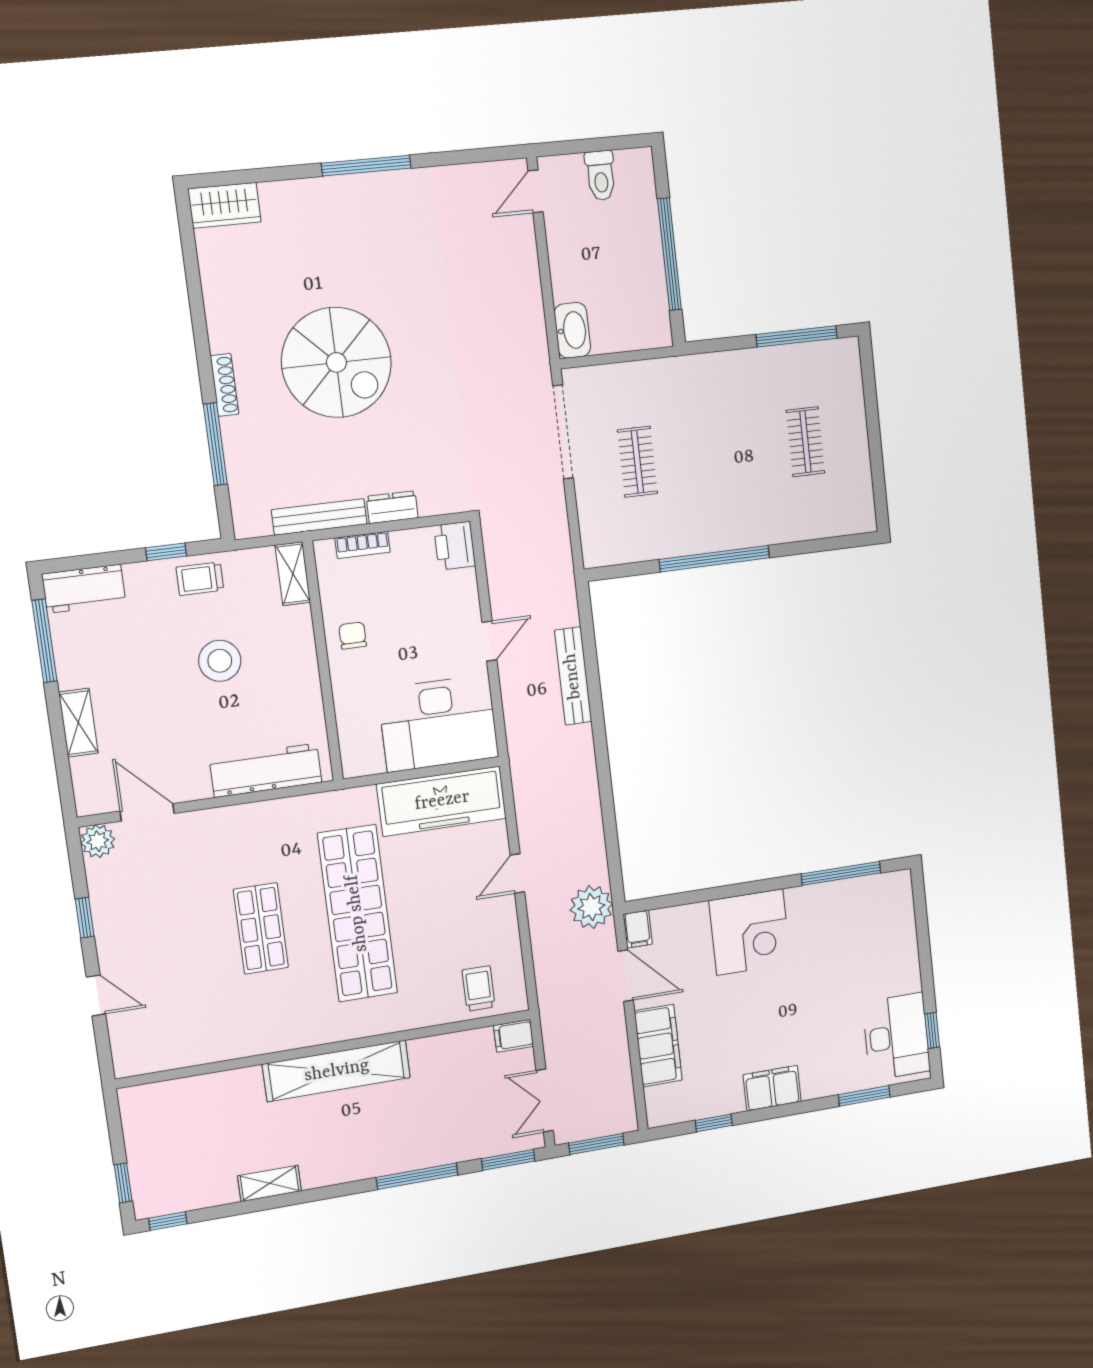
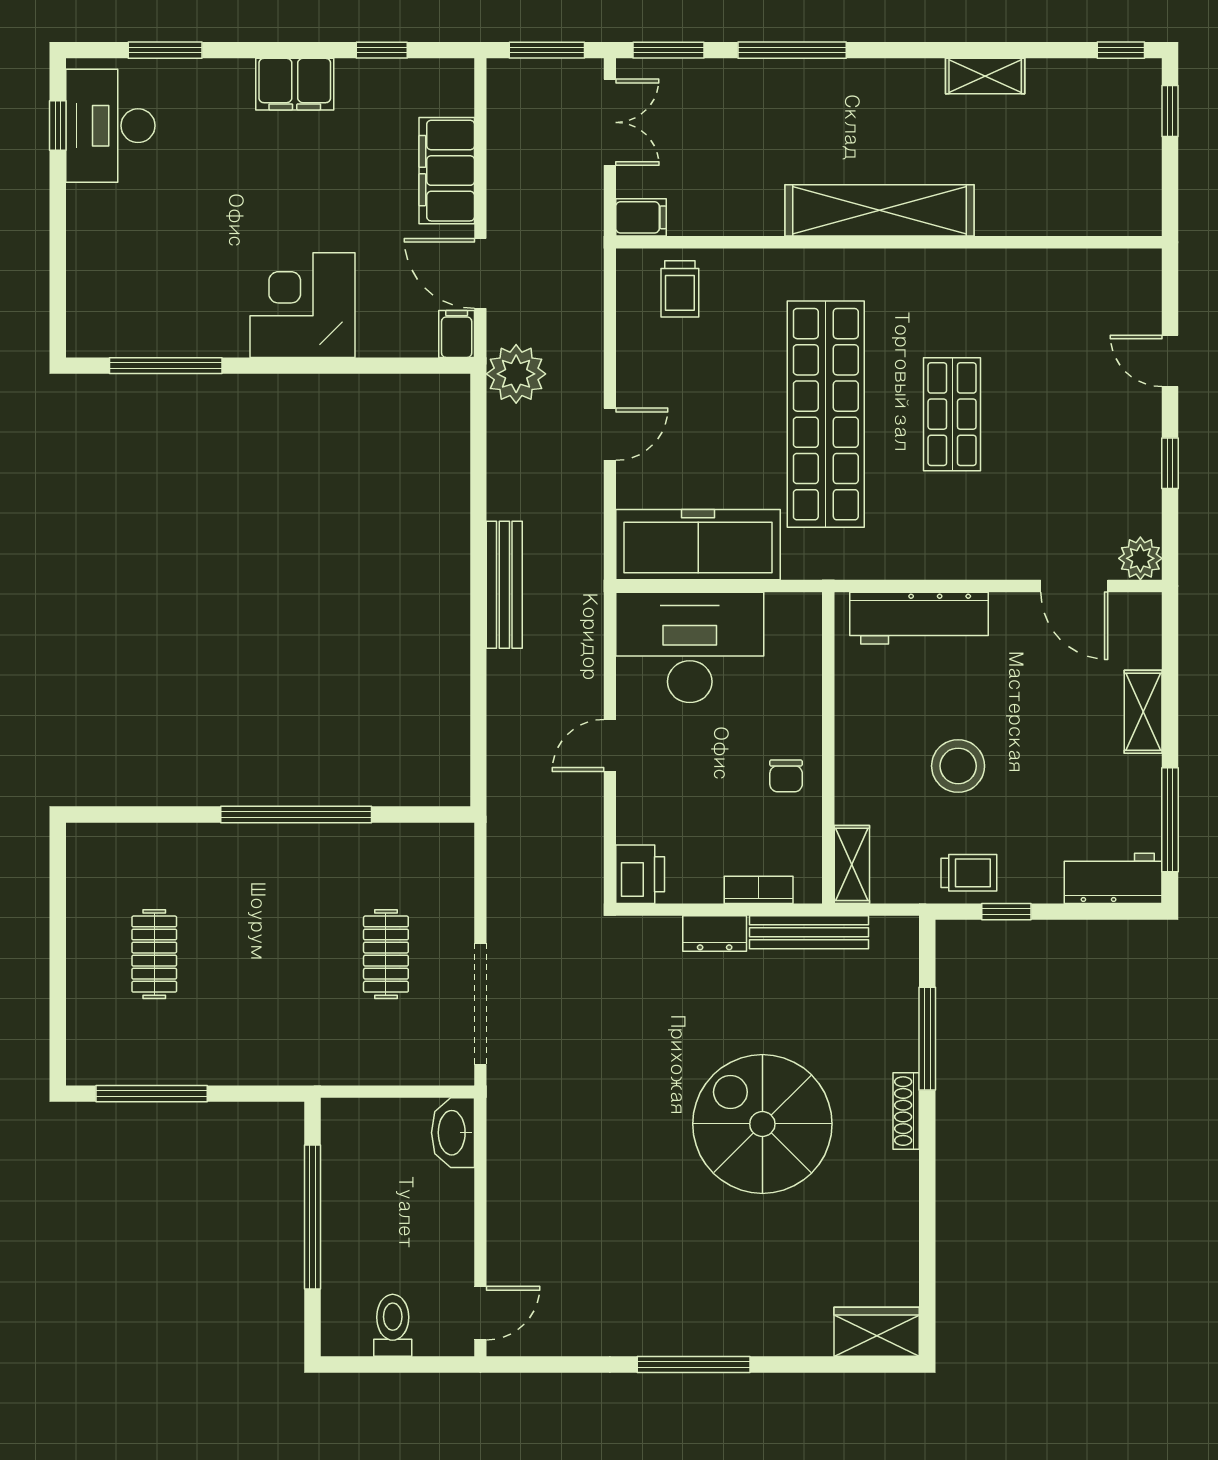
bench: (573, 676) -> (504, 585), moved

